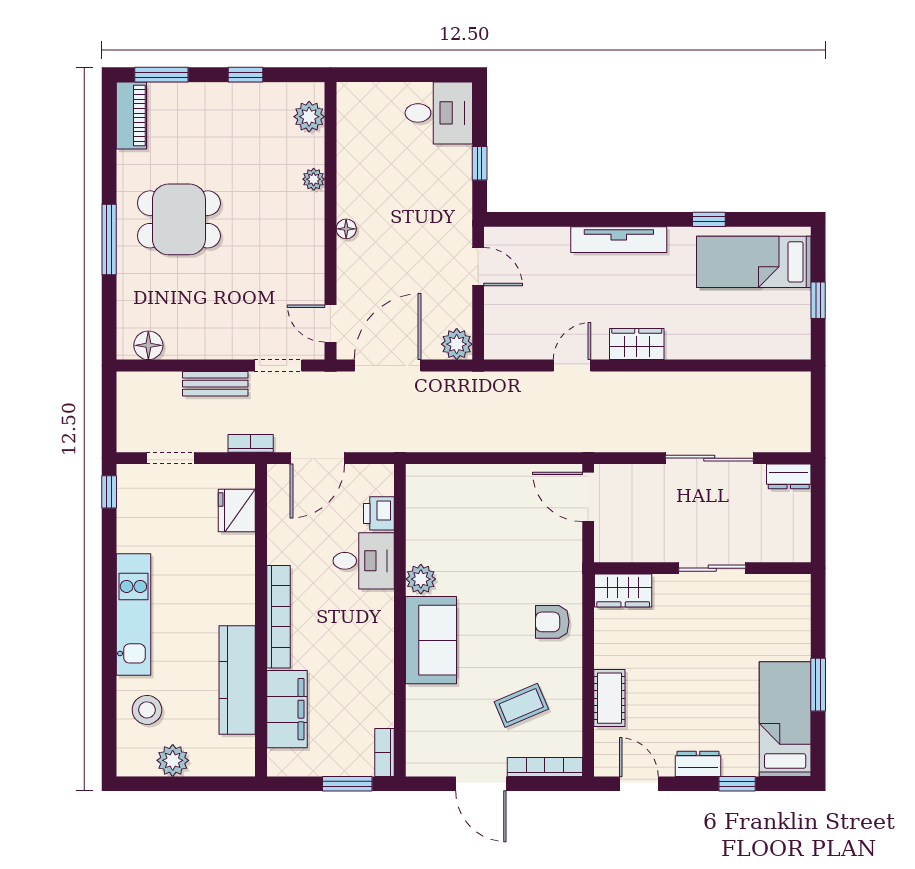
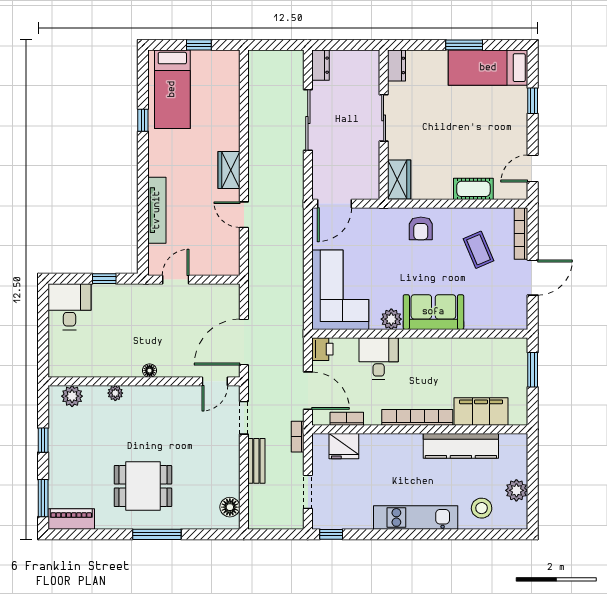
dining table: (179, 219) -> (143, 486), turned 90
tv unit: (619, 240) -> (157, 210), moved
plant: (457, 344) -> (229, 294), removed
door: (388, 365) -> (244, 342), hinge flipped
corner sofa: (463, 505) -> (340, 290), added
printer: (379, 513) -> (322, 349), moved, turned -90
bookcase: (385, 752) -> (347, 419), moved, turned 180
dresser: (698, 764) -> (396, 65), moved, turned 180

